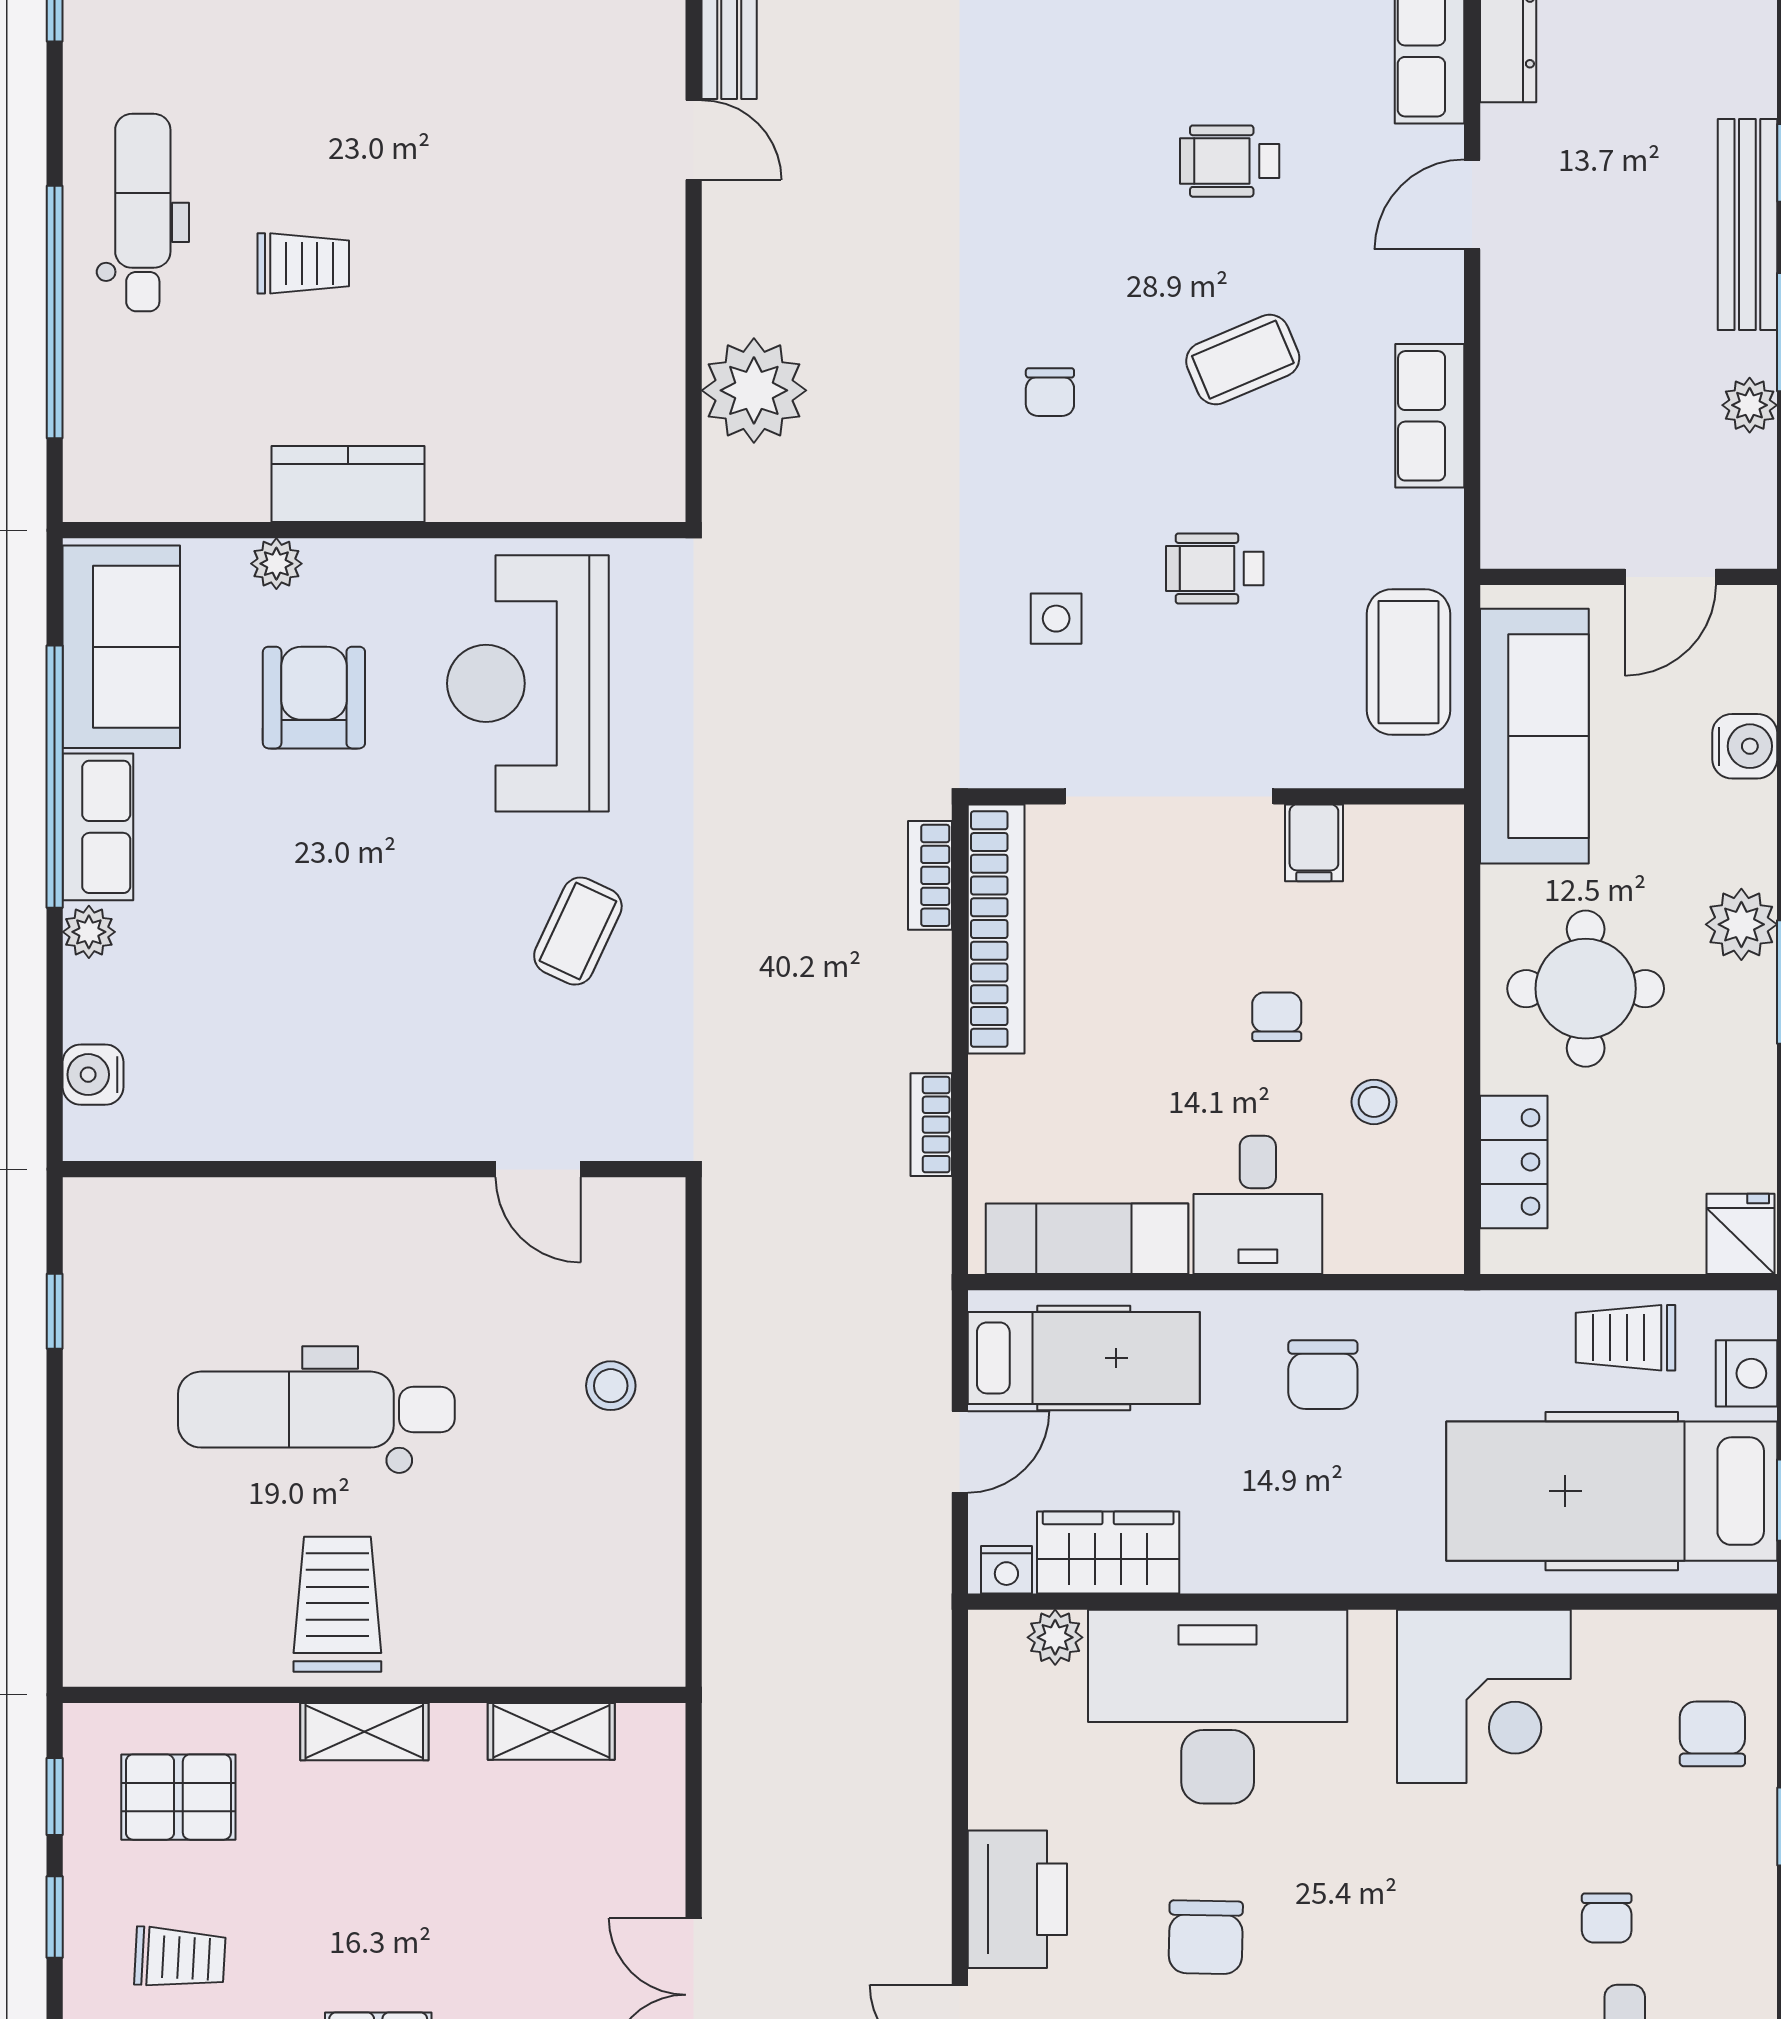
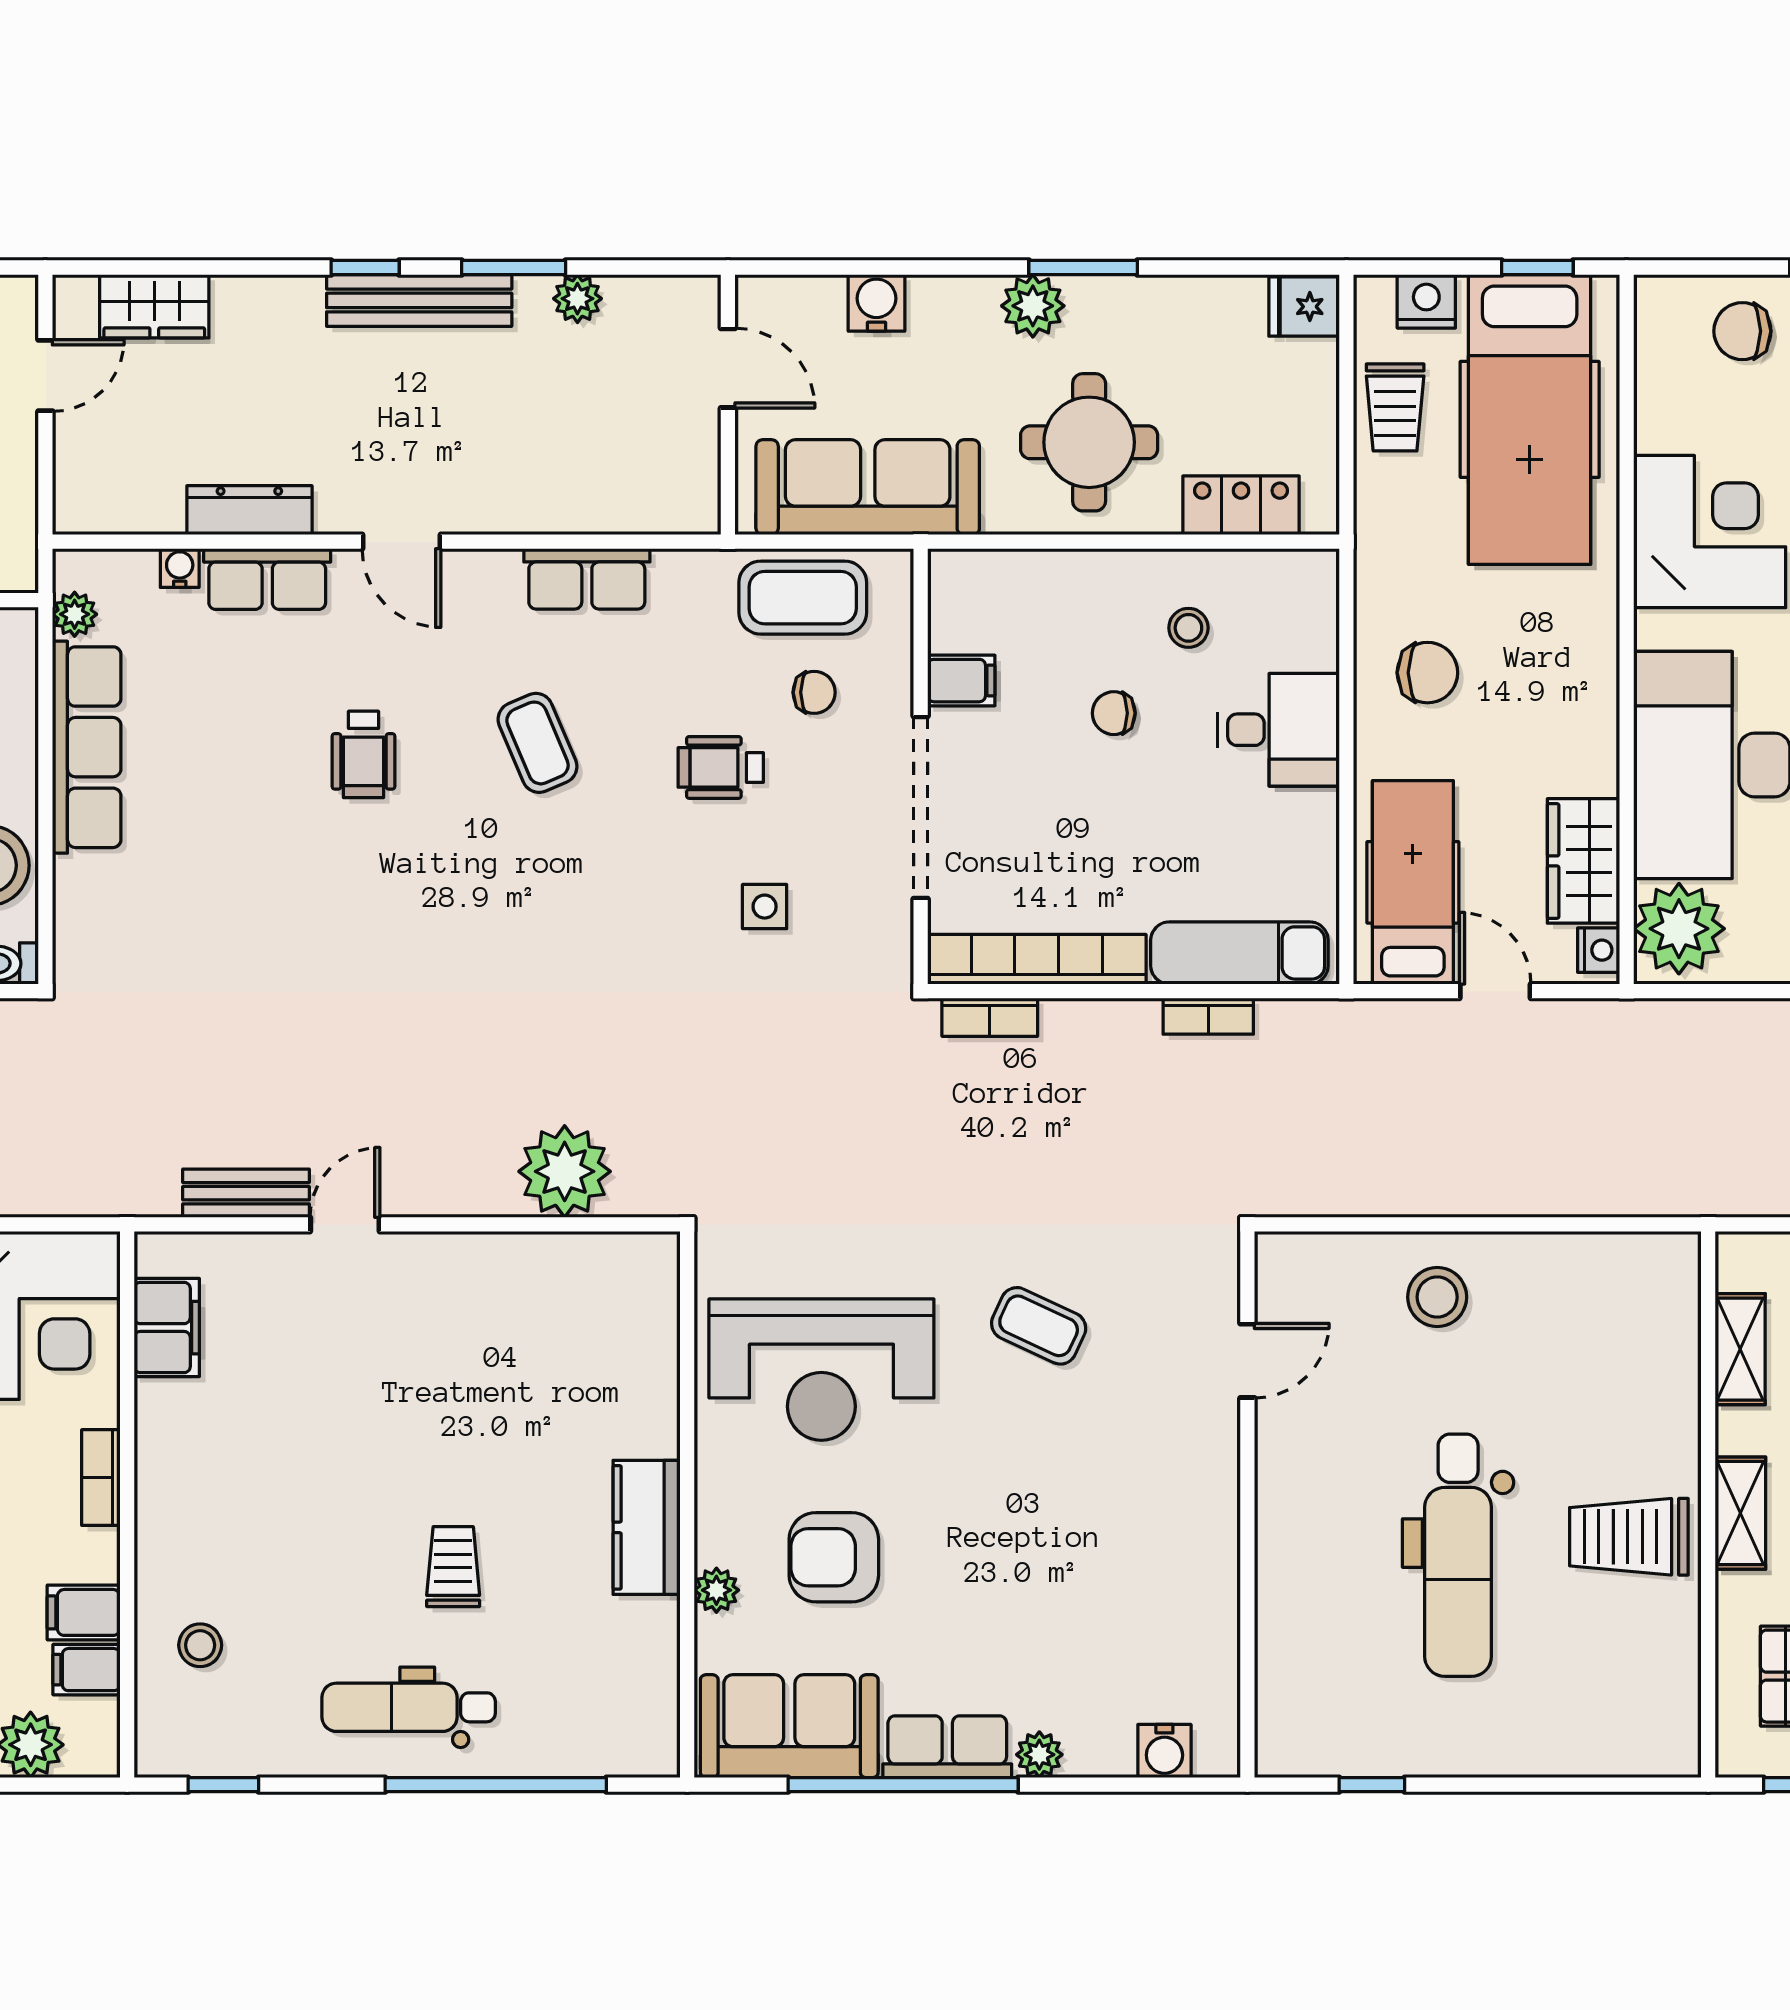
chair: (1050, 392) -> (814, 692), moved
wheelchair: (1215, 568) -> (721, 767), turned 90
exam couch: (1087, 1239) -> (1239, 953), moved, turned 90
stool: (611, 1386) -> (1437, 1297), width x1.37, depth x1.37
plant: (1055, 1637) -> (1679, 929), width x1.87, depth x1.87

